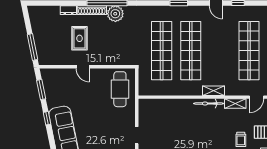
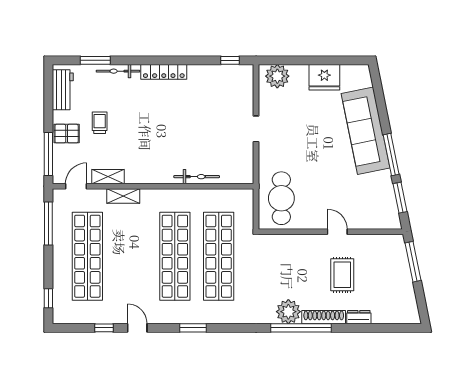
shelving: (213, 91) -> (123, 196), moved
bicycle: (209, 104) -> (197, 177), moved
window: (47, 118) -> (391, 155), width x2.17

